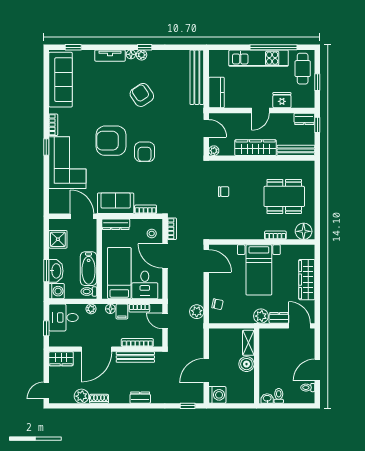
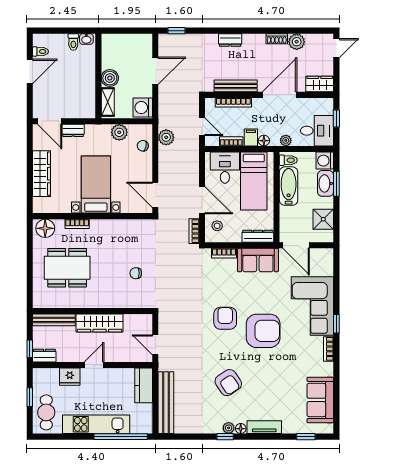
window: (274, 47) -> (121, 437), moved
sofa: (61, 80) -> (320, 400), width x0.73
plant: (214, 151) -> (147, 320), removed
plant: (261, 316) -> (119, 132), moved
washing machine: (217, 395) -> (143, 108), moved

